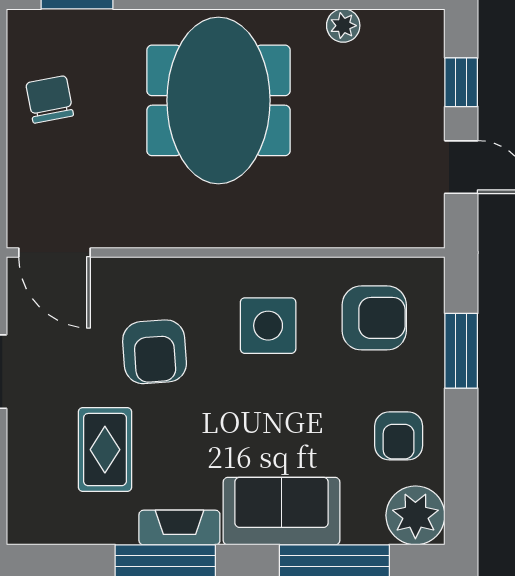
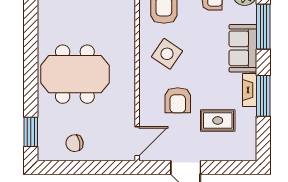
plant: (343, 26) -> (44, 23), removed
side table: (268, 326) -> (167, 54), turned 34
armchair: (155, 352) -> (178, 100), turned 94

